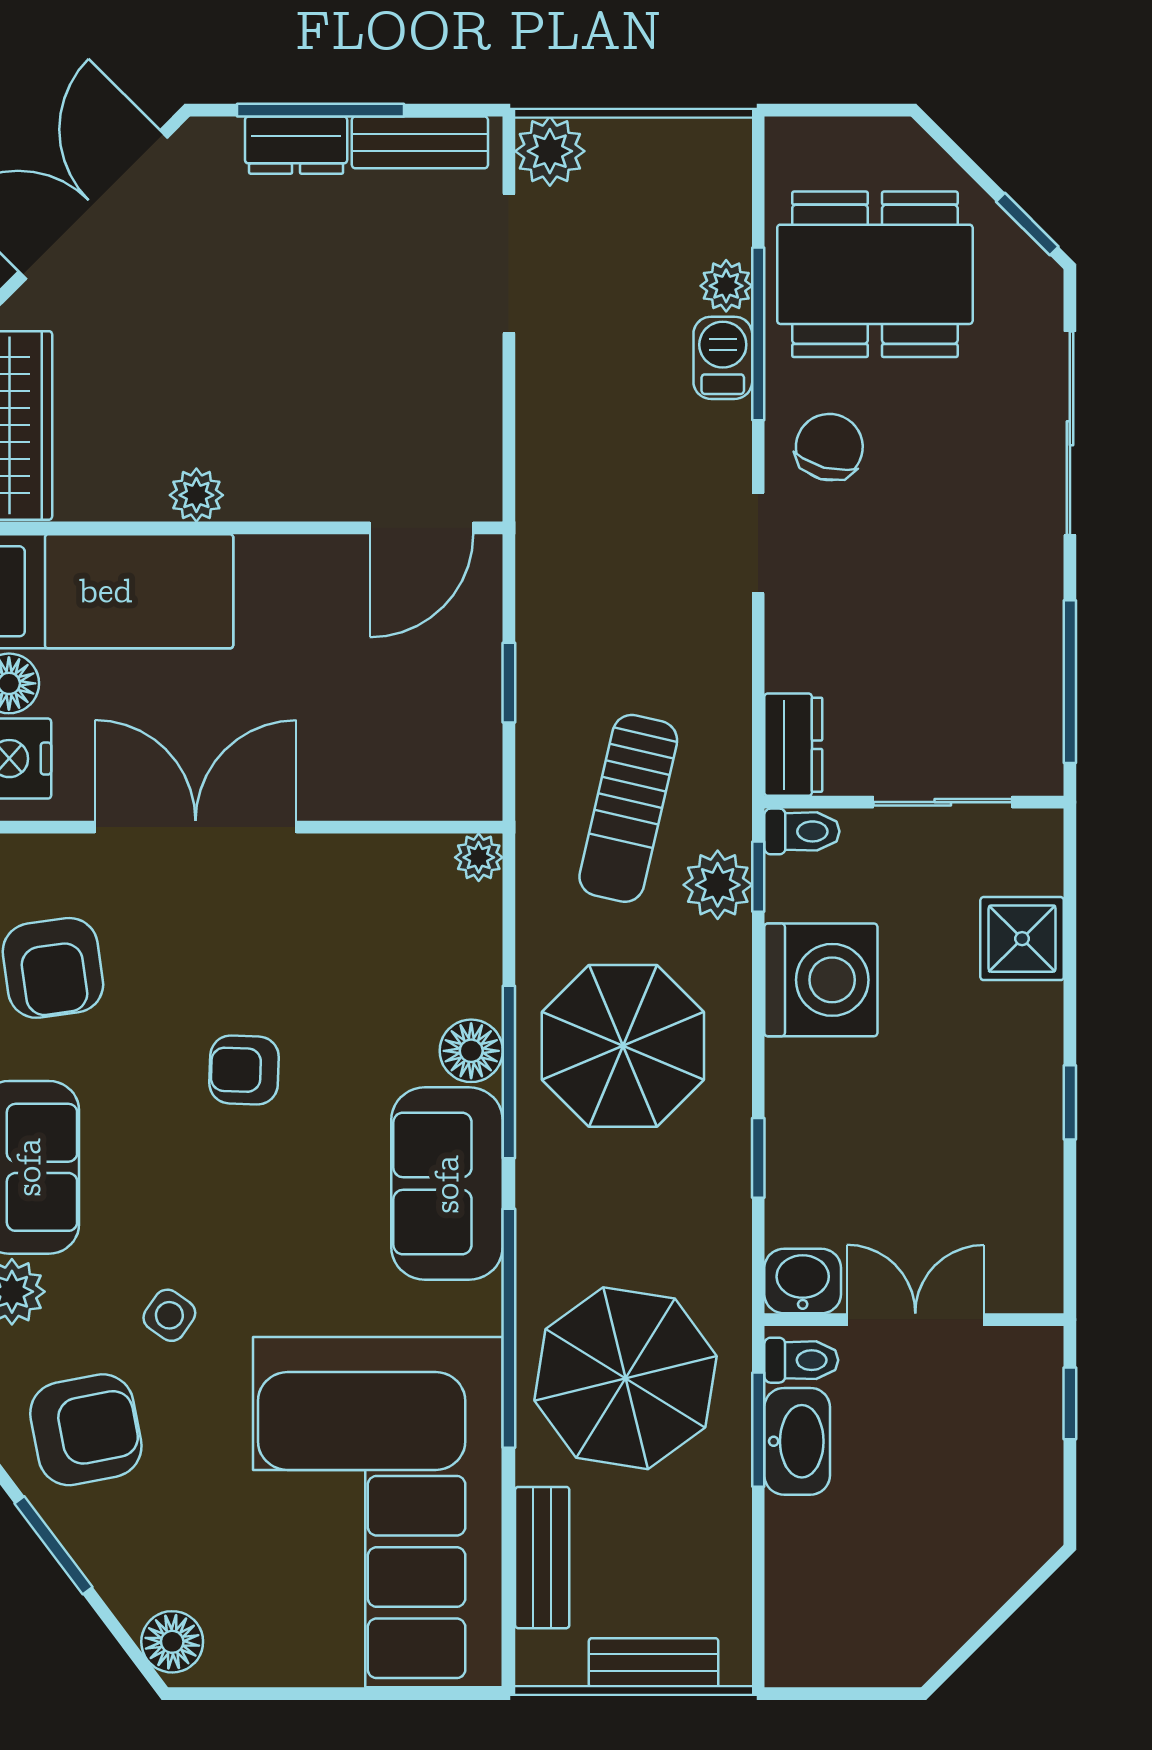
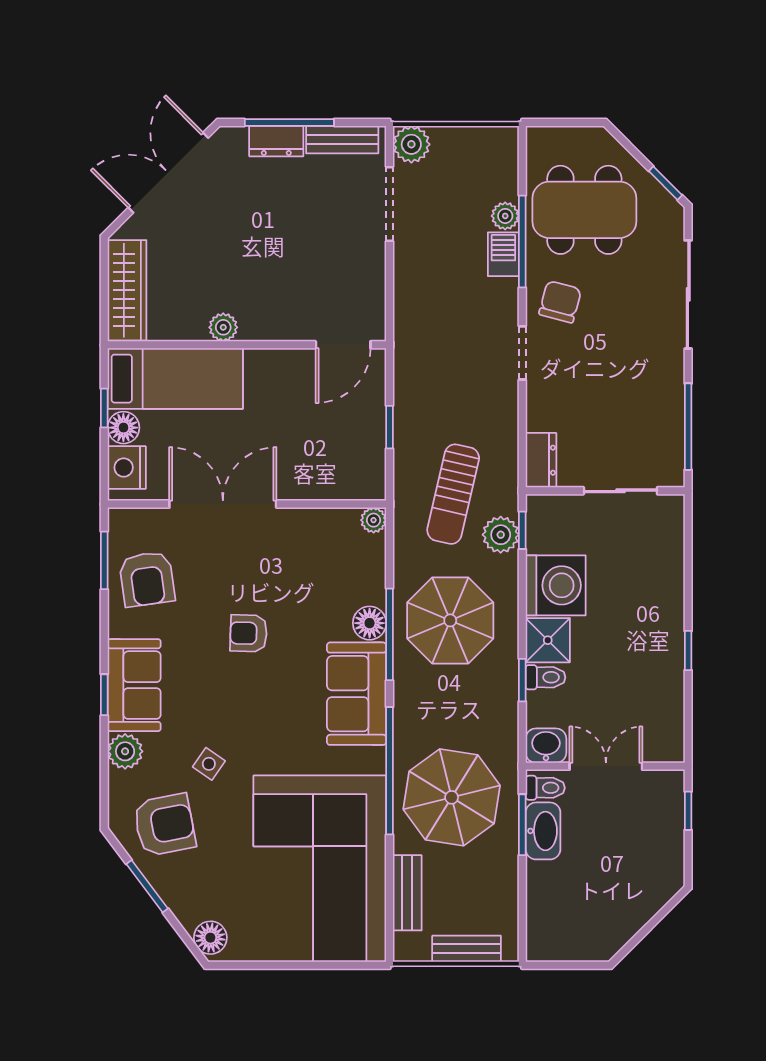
toilet: (802, 831) -> (546, 677), moved
shower: (1022, 939) -> (548, 640), moved

